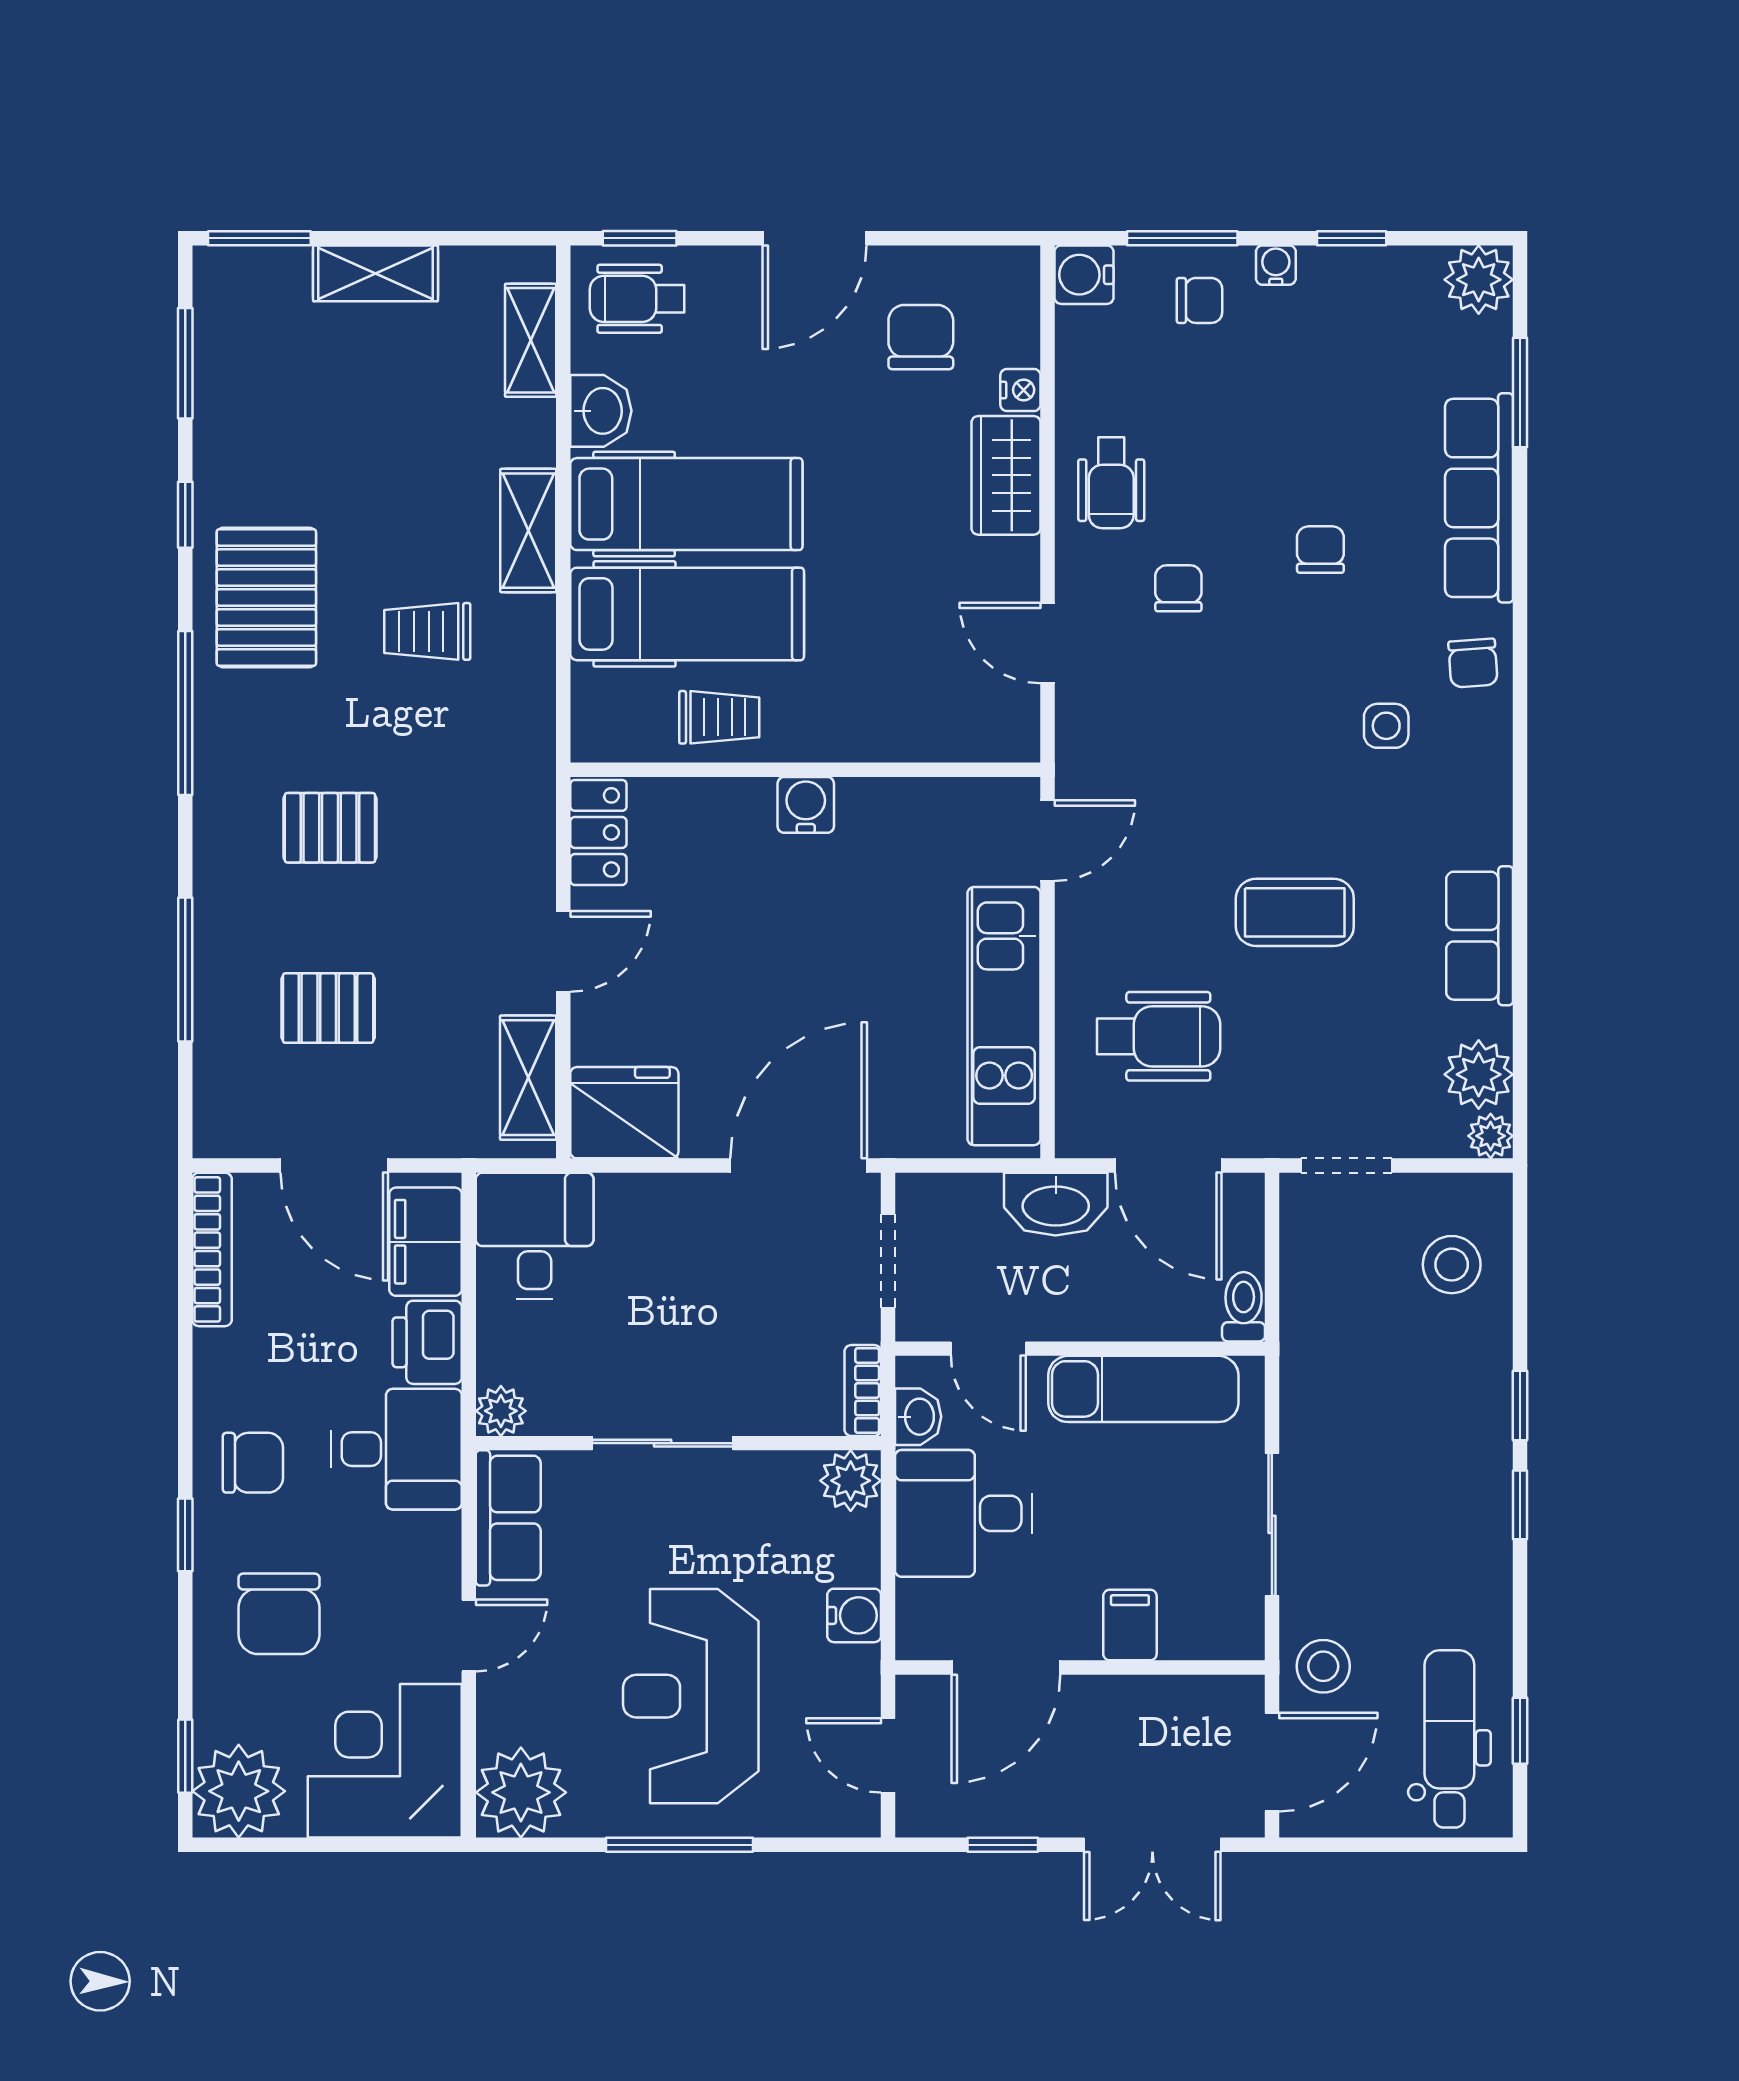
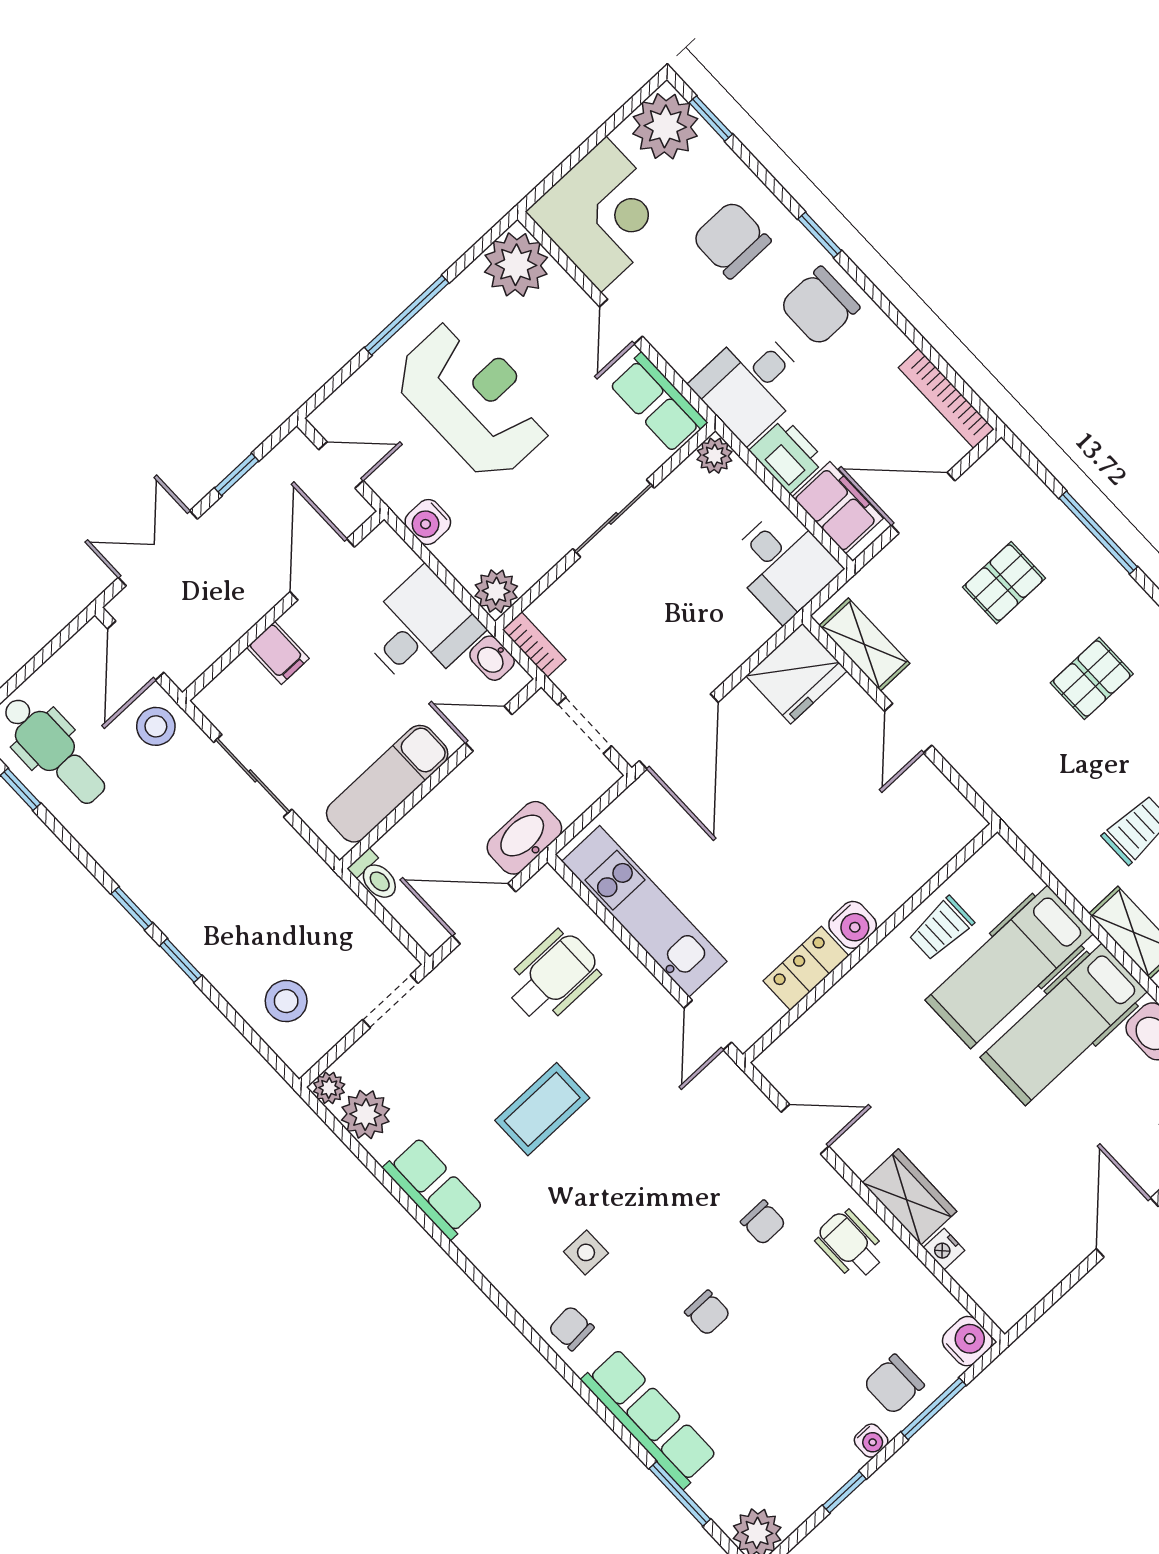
chair: (1199, 300) -> (894, 1384), width x1.37, depth x1.37
chair: (921, 337) -> (1023, 1228), removed
locker: (598, 832) -> (806, 968), moved, turned 90
wheelchair: (1159, 1036) -> (553, 977), turned 180
chair: (253, 1463) -> (820, 306), width x1.37, depth x1.37

